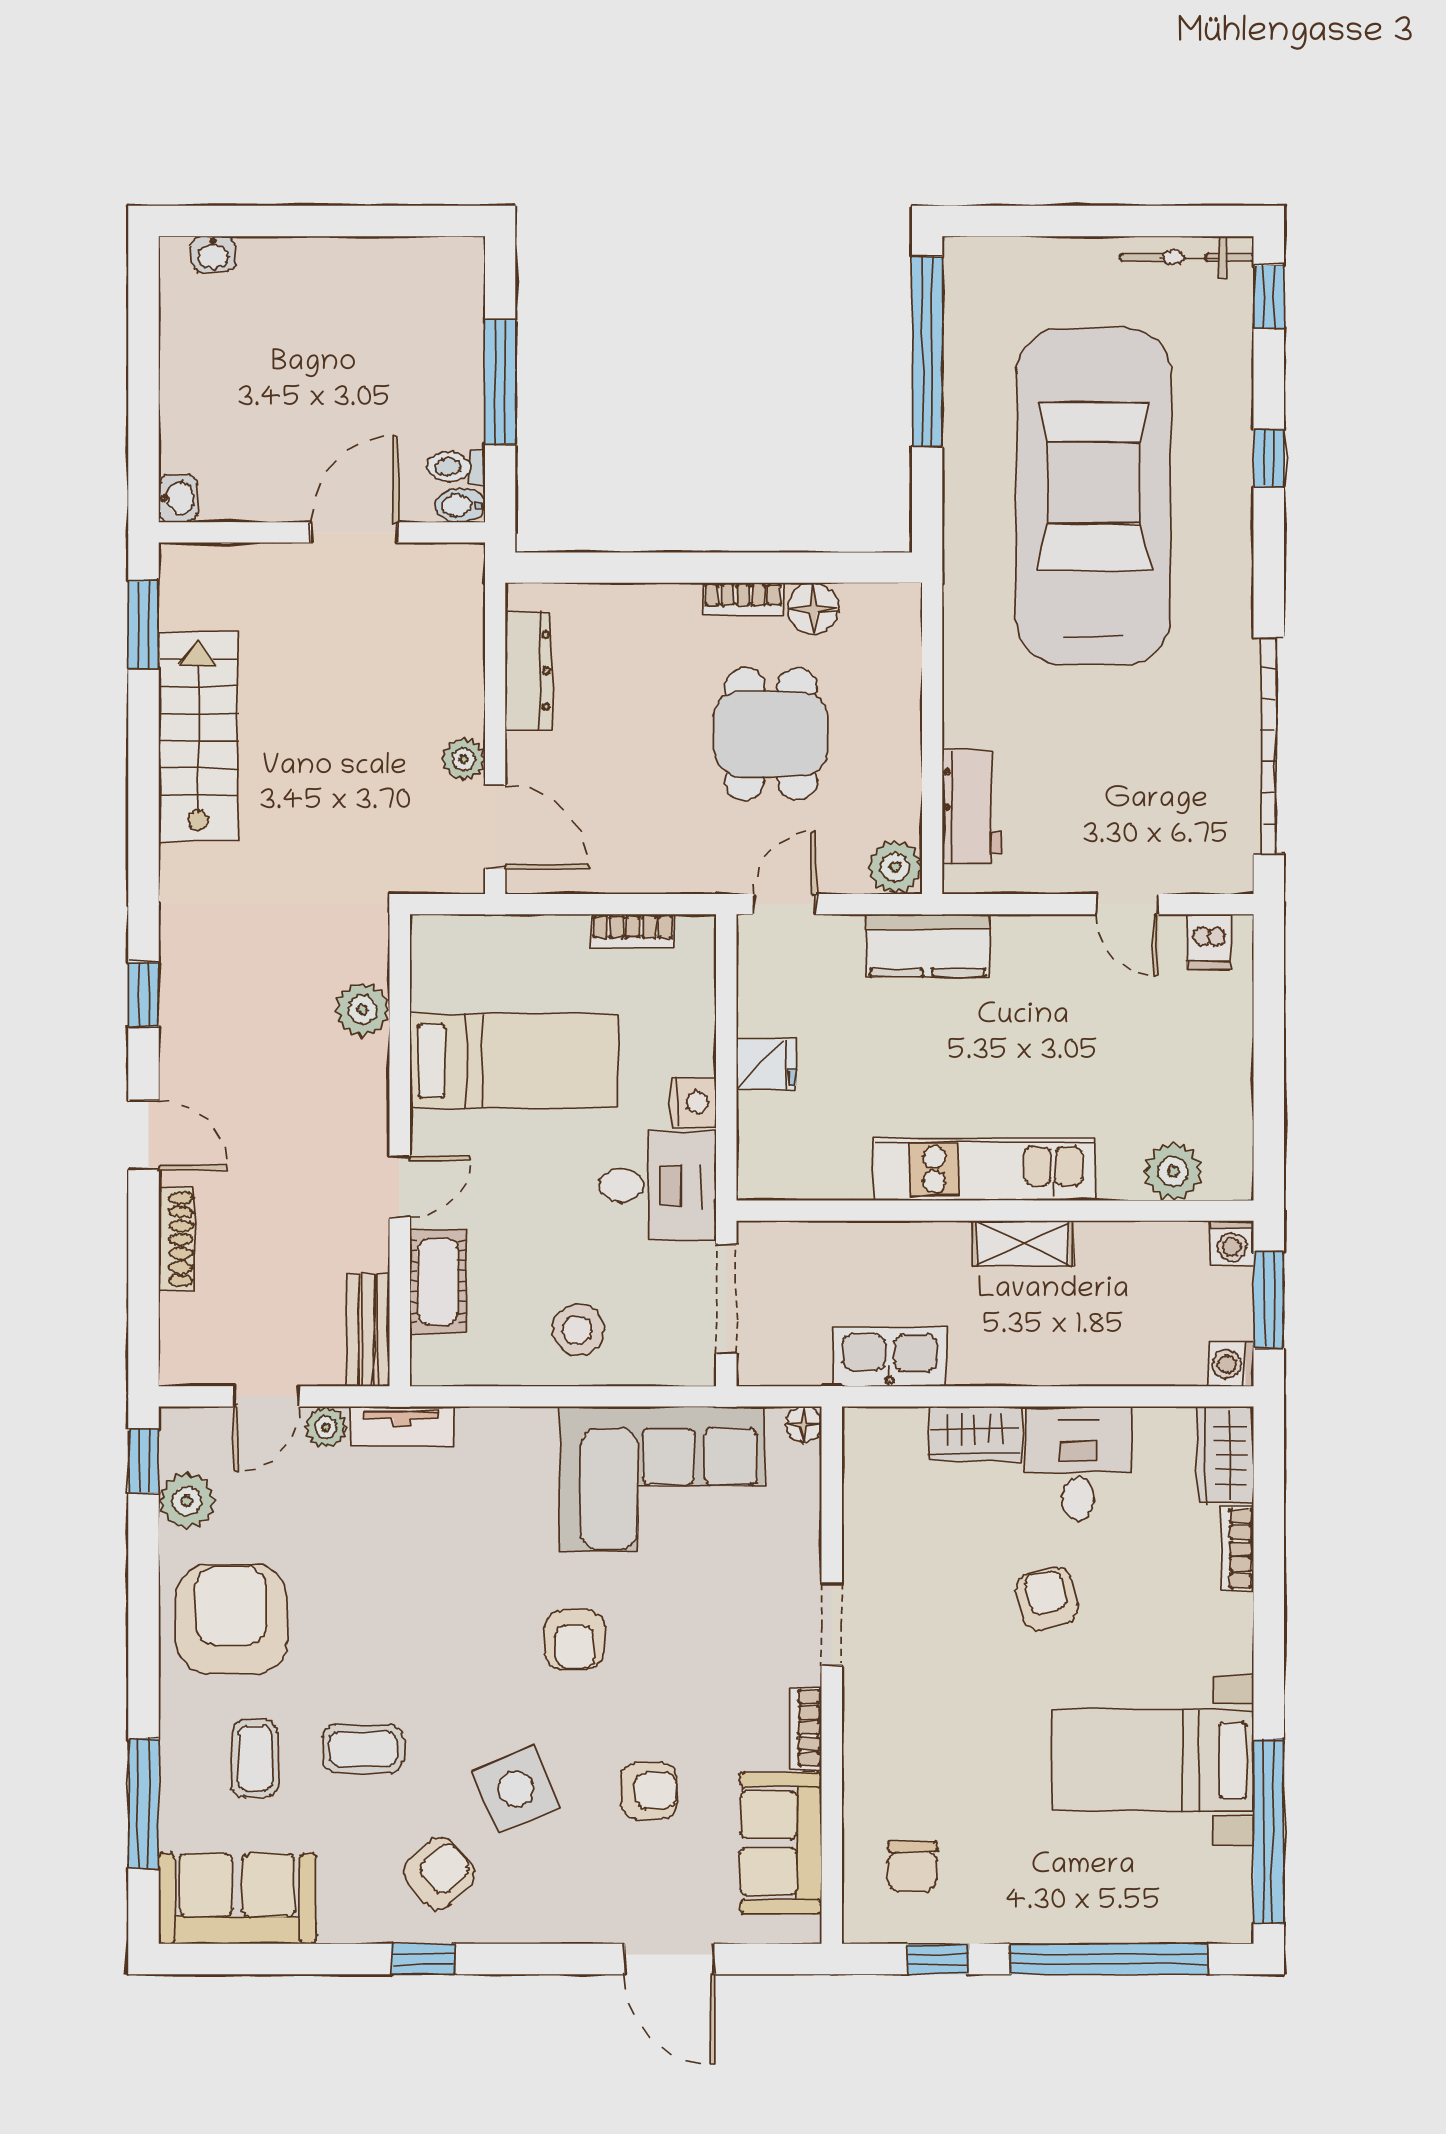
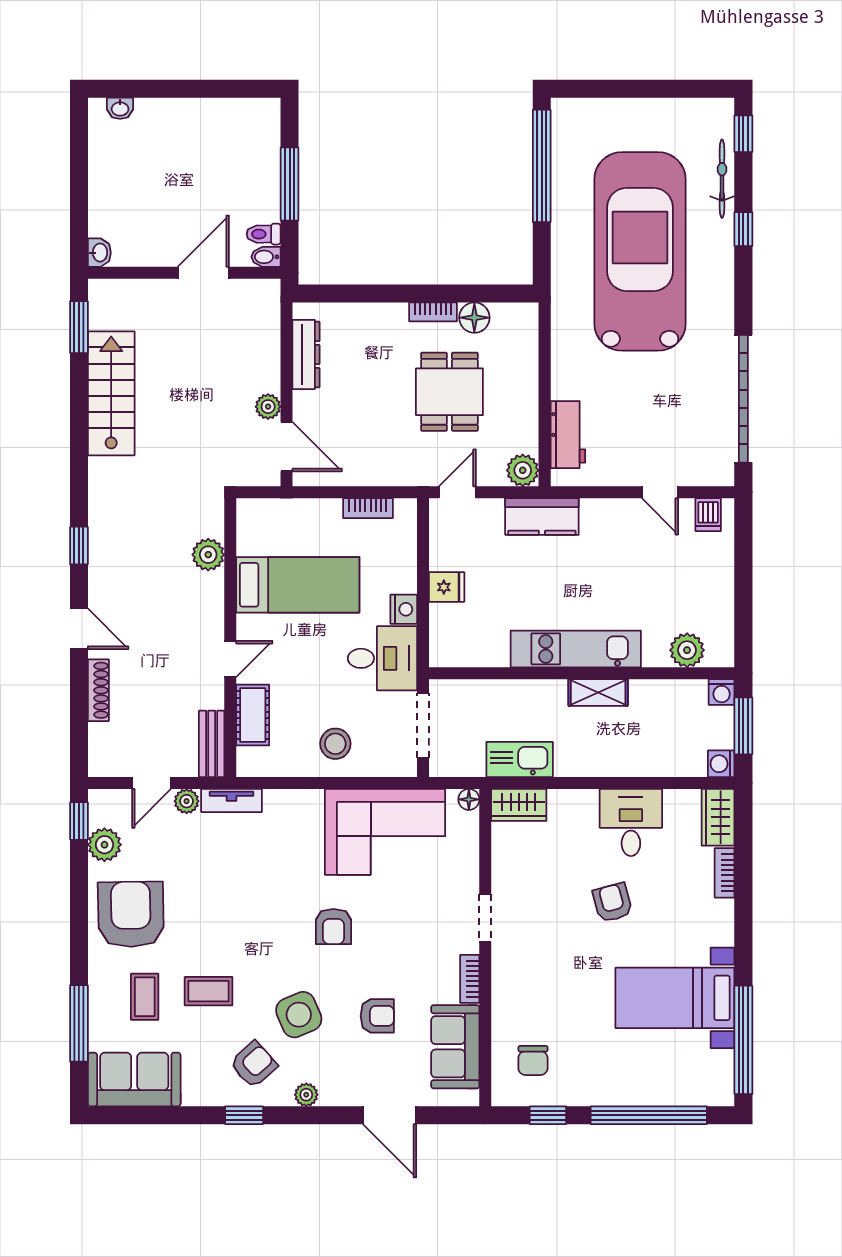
bicycle: (1187, 257) -> (722, 179), moved, turned 90
wardrobe: (975, 1434) -> (519, 805), moved
plant: (528, 1924) -> (306, 1095), added

